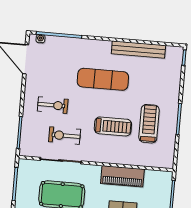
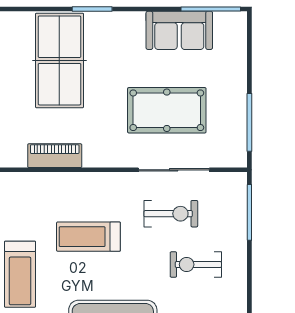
treadmill: (149, 124) -> (20, 274), moved
piano: (122, 176) -> (55, 156), width x0.73, depth x0.75

